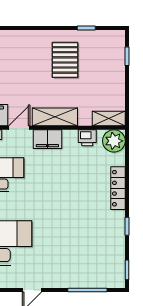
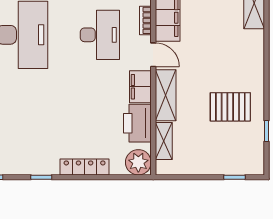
shelving: (109, 119) -> (164, 141), moved
printer: (87, 138) -> (137, 123), width x1.87, depth x1.48

